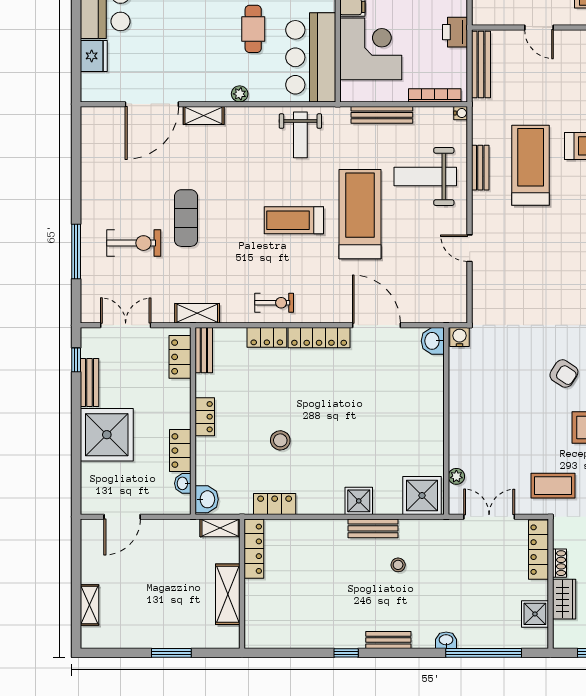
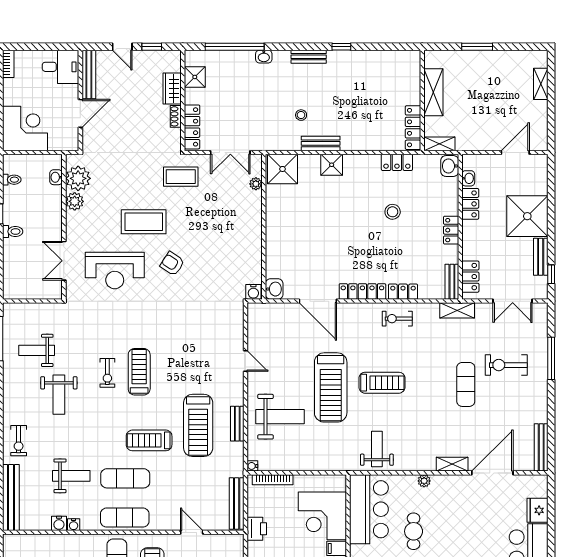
bench: (382, 115) -> (541, 447), moved, turned 90

